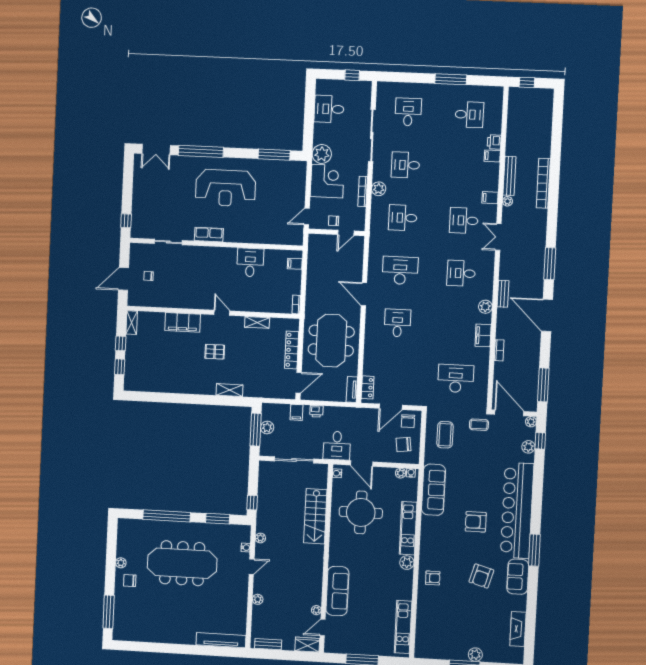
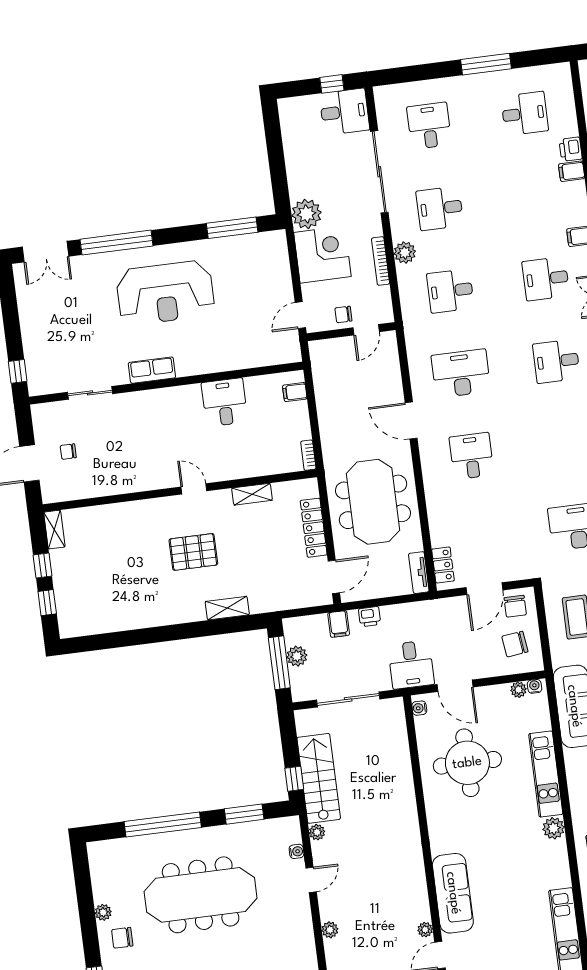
desk: (329, 109) -> (344, 112), moved, turned 180
filing cabinet: (183, 322) -> (135, 515), removed
pallet: (215, 352) -> (193, 552), width x1.50, depth x1.42
stairs: (315, 516) -> (319, 778), moved, turned 180

